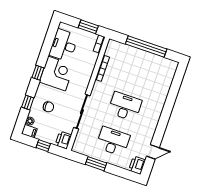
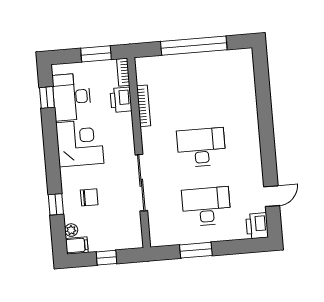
window: (38, 73) -> (47, 97), moved
printer: (63, 140) -> (121, 100), moved

